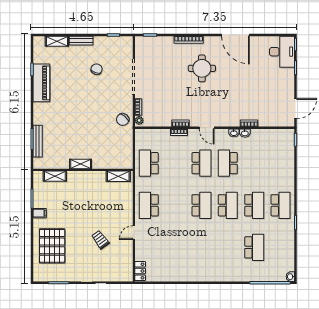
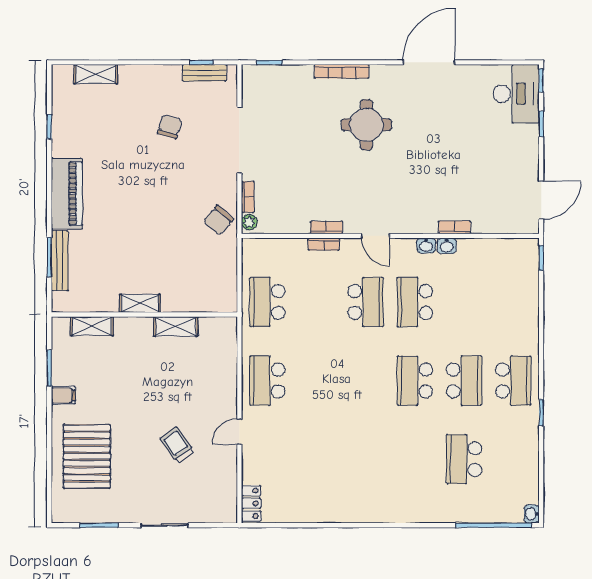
door: (235, 35) -> (429, 62), swing flipped
bench: (81, 41) -> (205, 73), moved
piano: (41, 83) -> (67, 194), moved
shelving: (118, 176) -> (176, 326), moved
school desk: (201, 205) -> (366, 381), removed
school desk: (228, 205) -> (415, 381), turned 180
school desk: (254, 247) -> (464, 459), turned 180

